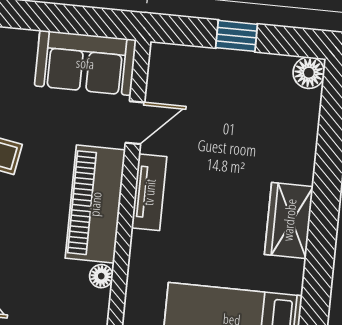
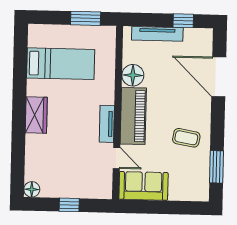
door: (135, 123) -> (116, 158), swing flipped
floor lamp: (101, 276) -> (133, 75), width x1.89, depth x1.89

